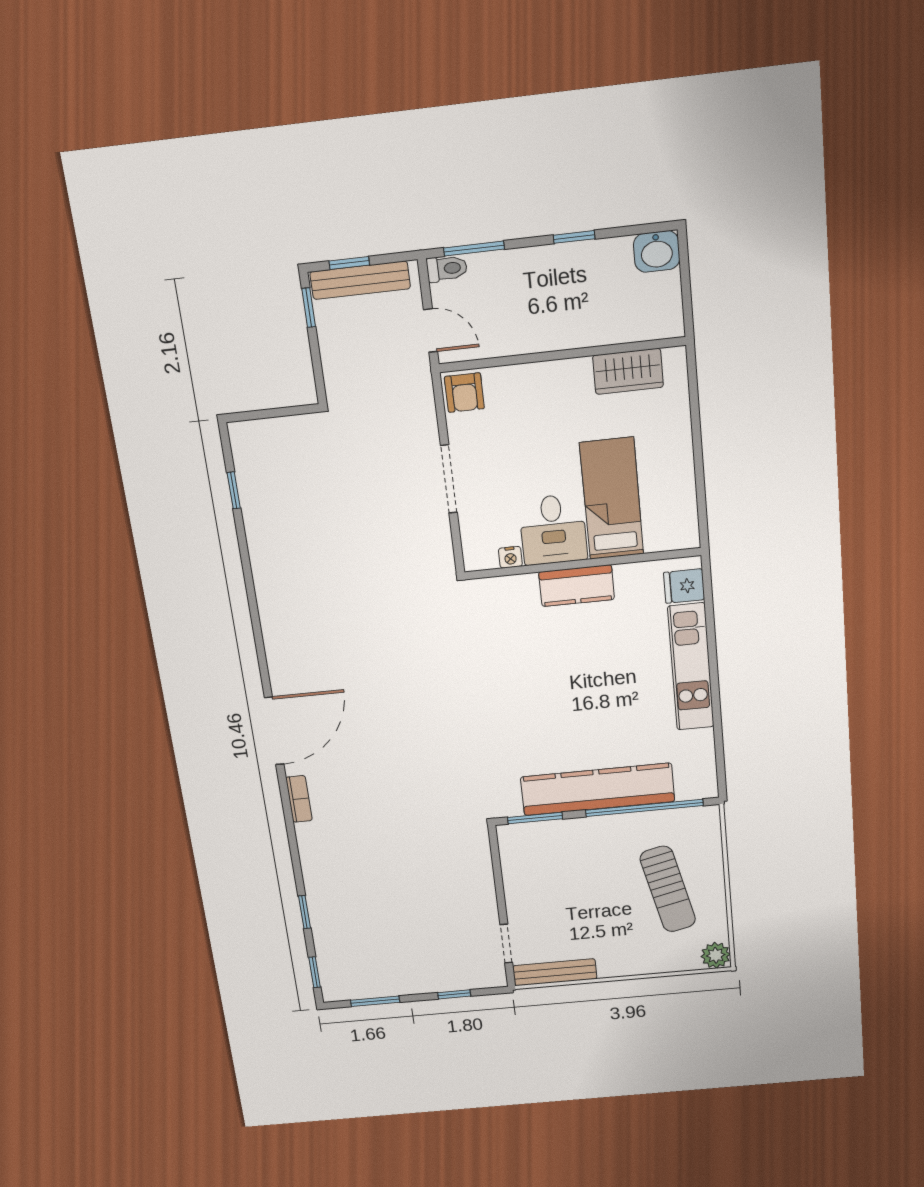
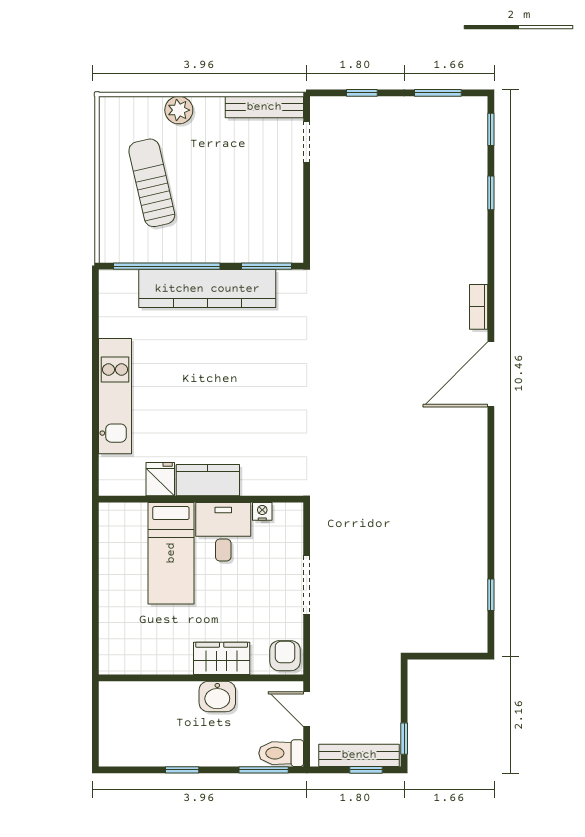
washbasin: (657, 251) -> (217, 696), moved, turned 180
toilet: (447, 269) -> (281, 753), width x1.37, depth x1.39
wardrobe: (628, 371) -> (222, 658), moved
fridge: (684, 586) -> (160, 479), moved, turned -90
plant: (716, 955) -> (179, 110), moved

